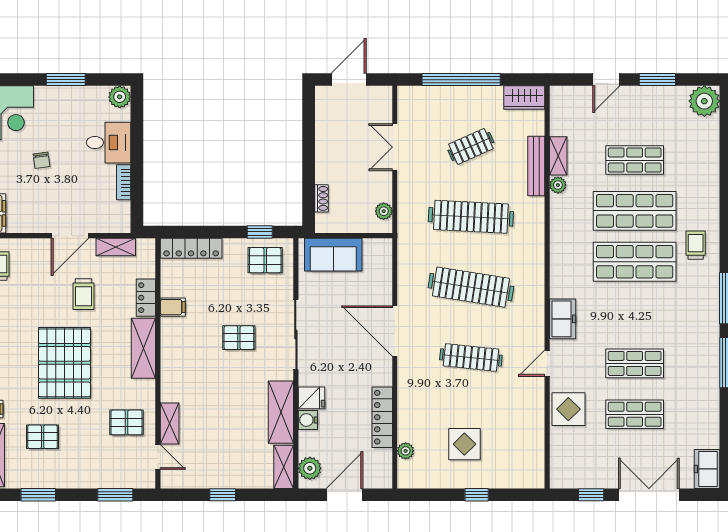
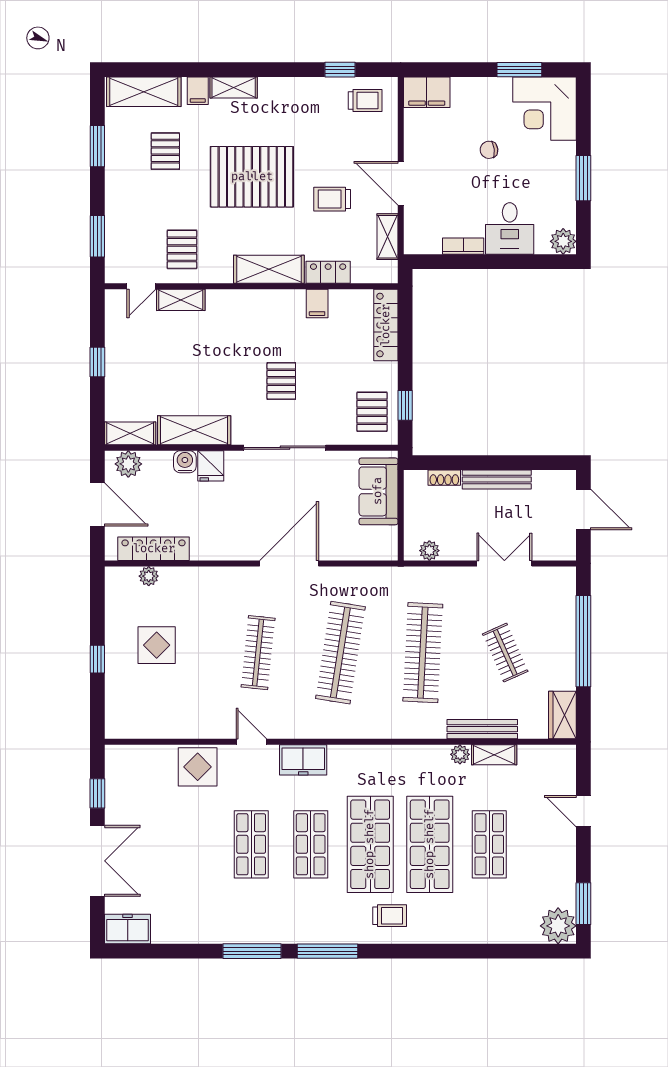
window: (657, 80) -> (583, 904), moved
bench: (323, 154) -> (497, 479), added
shop shelf: (635, 414) -> (311, 844), moved
locker: (382, 417) -> (154, 549), moved

